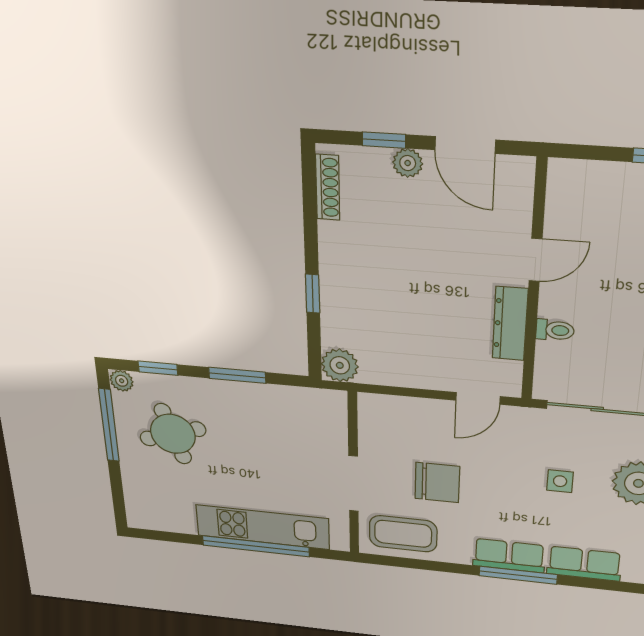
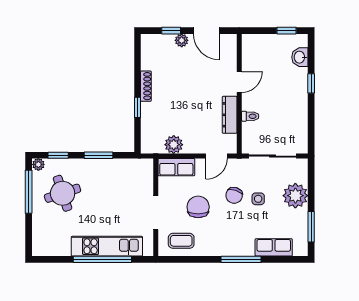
shoe rack: (328, 187) -> (146, 86), moved
plant: (340, 365) -> (174, 145), moved
chair: (511, 470) -> (234, 195), added
chair: (437, 483) -> (198, 207), turned -90
coffee table: (403, 534) -> (181, 241), width x0.73, depth x0.77
row of seats: (509, 556) -> (176, 167), moved, turned 180

